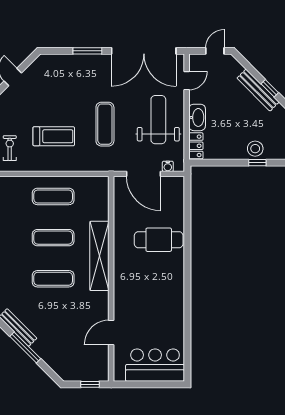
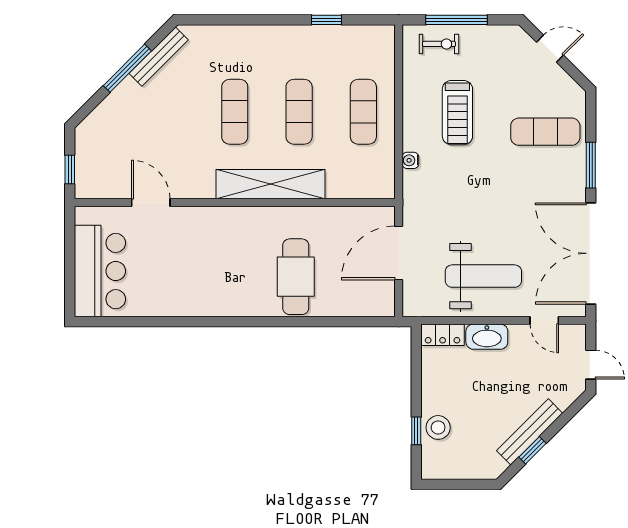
exercise mat: (105, 124) -> (545, 132), moved
water cooler: (168, 166) -> (410, 160), moved

